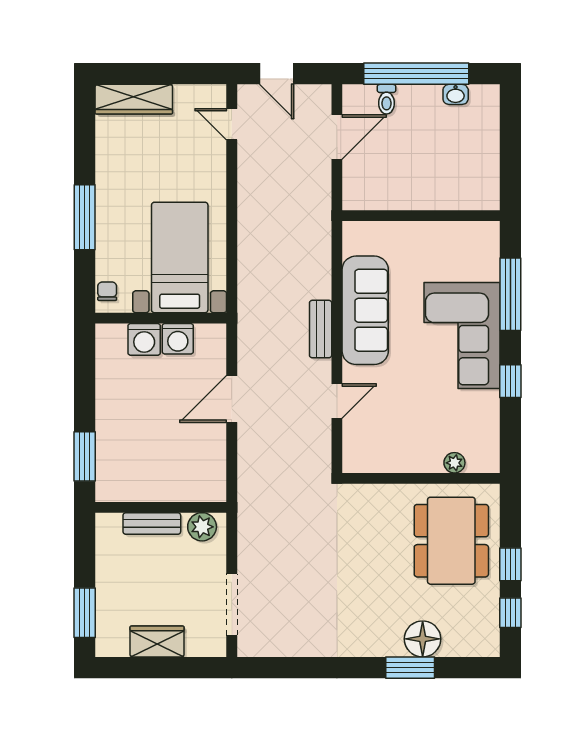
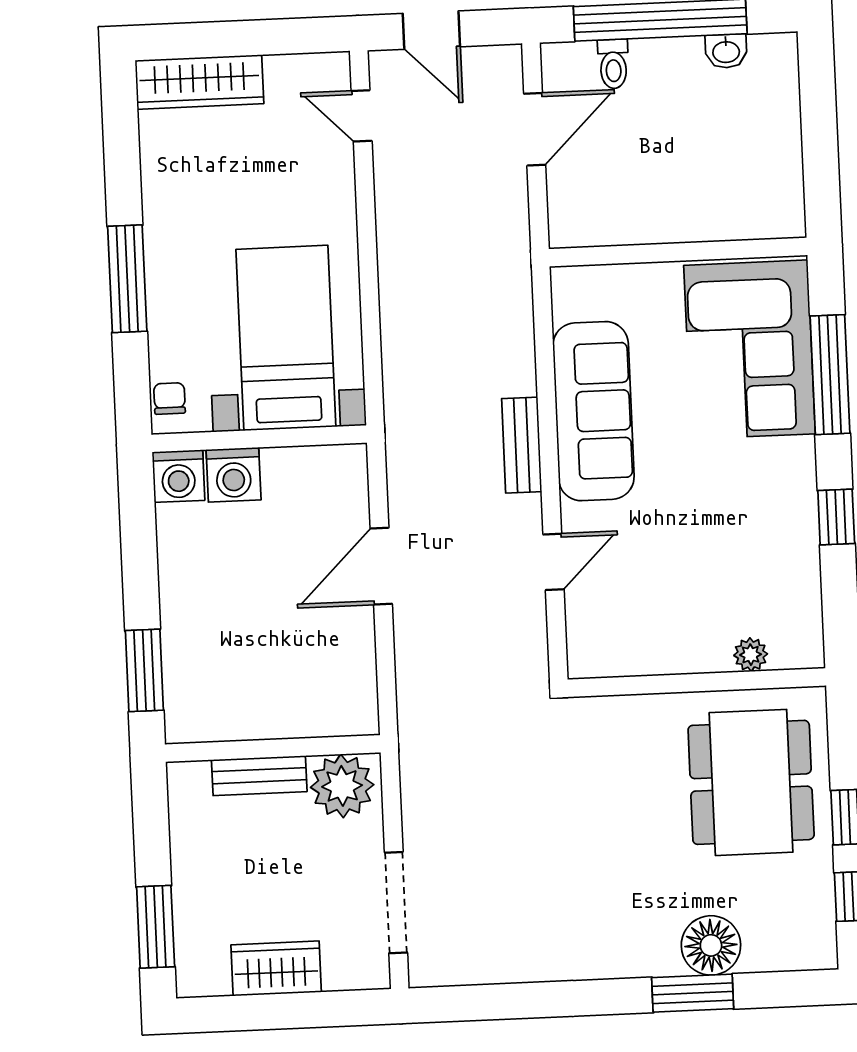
corner sofa: (462, 335) -> (750, 350), moved
washing machine: (178, 339) -> (178, 476), moved
plant: (202, 527) -> (342, 786), width x1.36, depth x1.36

